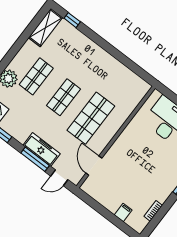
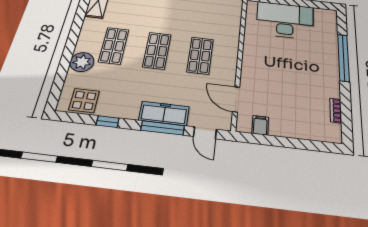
shop shelf: (91, 118) -> (200, 55), width x0.70, depth x0.74
door: (59, 178) -> (205, 133), hinge flipped
filing cabinet: (123, 213) -> (260, 125), moved

